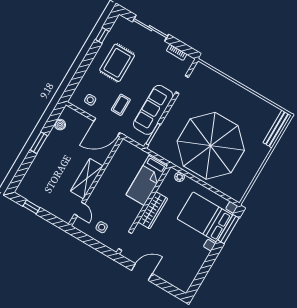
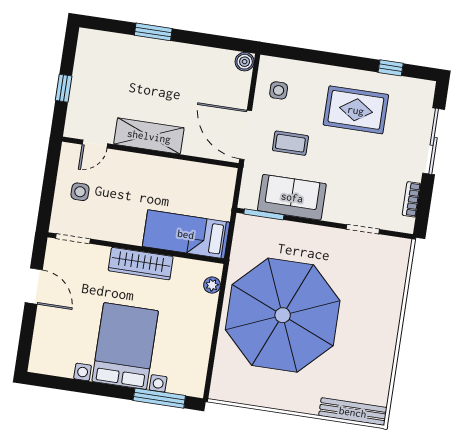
sofa: (153, 110) -> (292, 197), width x0.73
boiler: (60, 125) -> (245, 62), moved
window: (39, 143) -> (153, 32), moved
window: (31, 207) -> (64, 88), moved
bed with nightstands: (205, 217) -> (125, 346), moved

